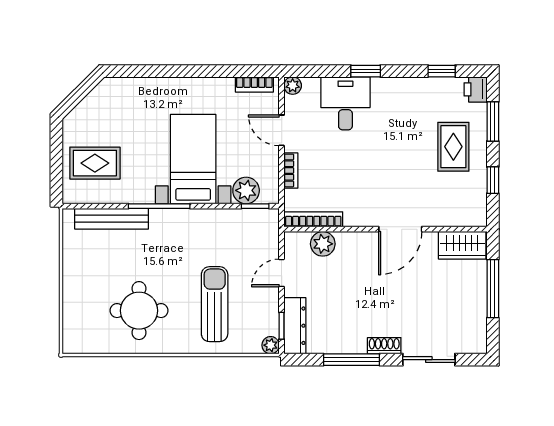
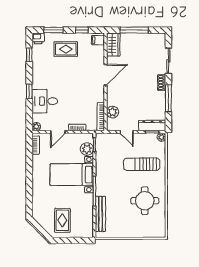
rug: (95, 163) -> (62, 220), moved
filing cabinet: (472, 214) -> (98, 40), added
door: (400, 229) -> (106, 75), hinge flipped

